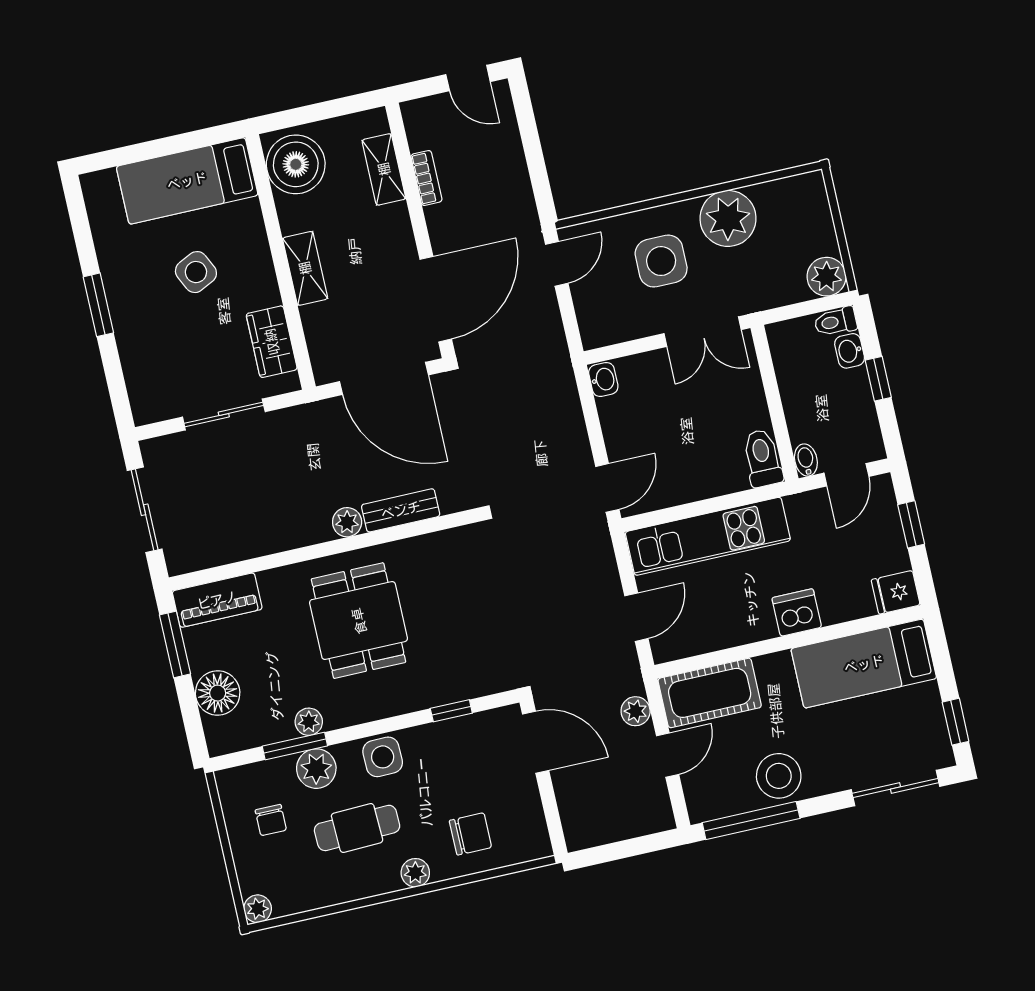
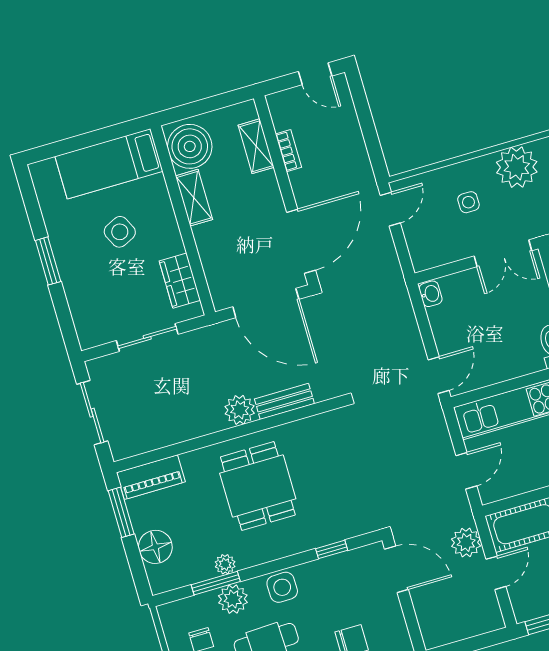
side table: (661, 261) -> (468, 202), width x0.54, depth x0.54
shelving: (305, 268) -> (194, 198), moved
plant: (347, 522) -> (240, 410), width x1.38, depth x1.38
plant: (636, 711) -> (466, 543), width x1.38, depth x1.38

